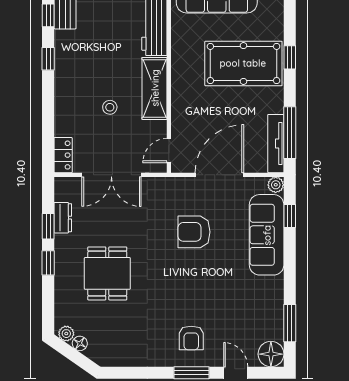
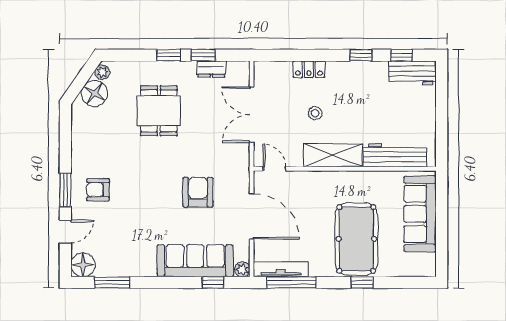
locker: (63, 155) -> (309, 69), moved
dining table: (107, 273) -> (159, 111), turned 90
floor lamp: (80, 343) -> (94, 93), width x1.89, depth x1.89

